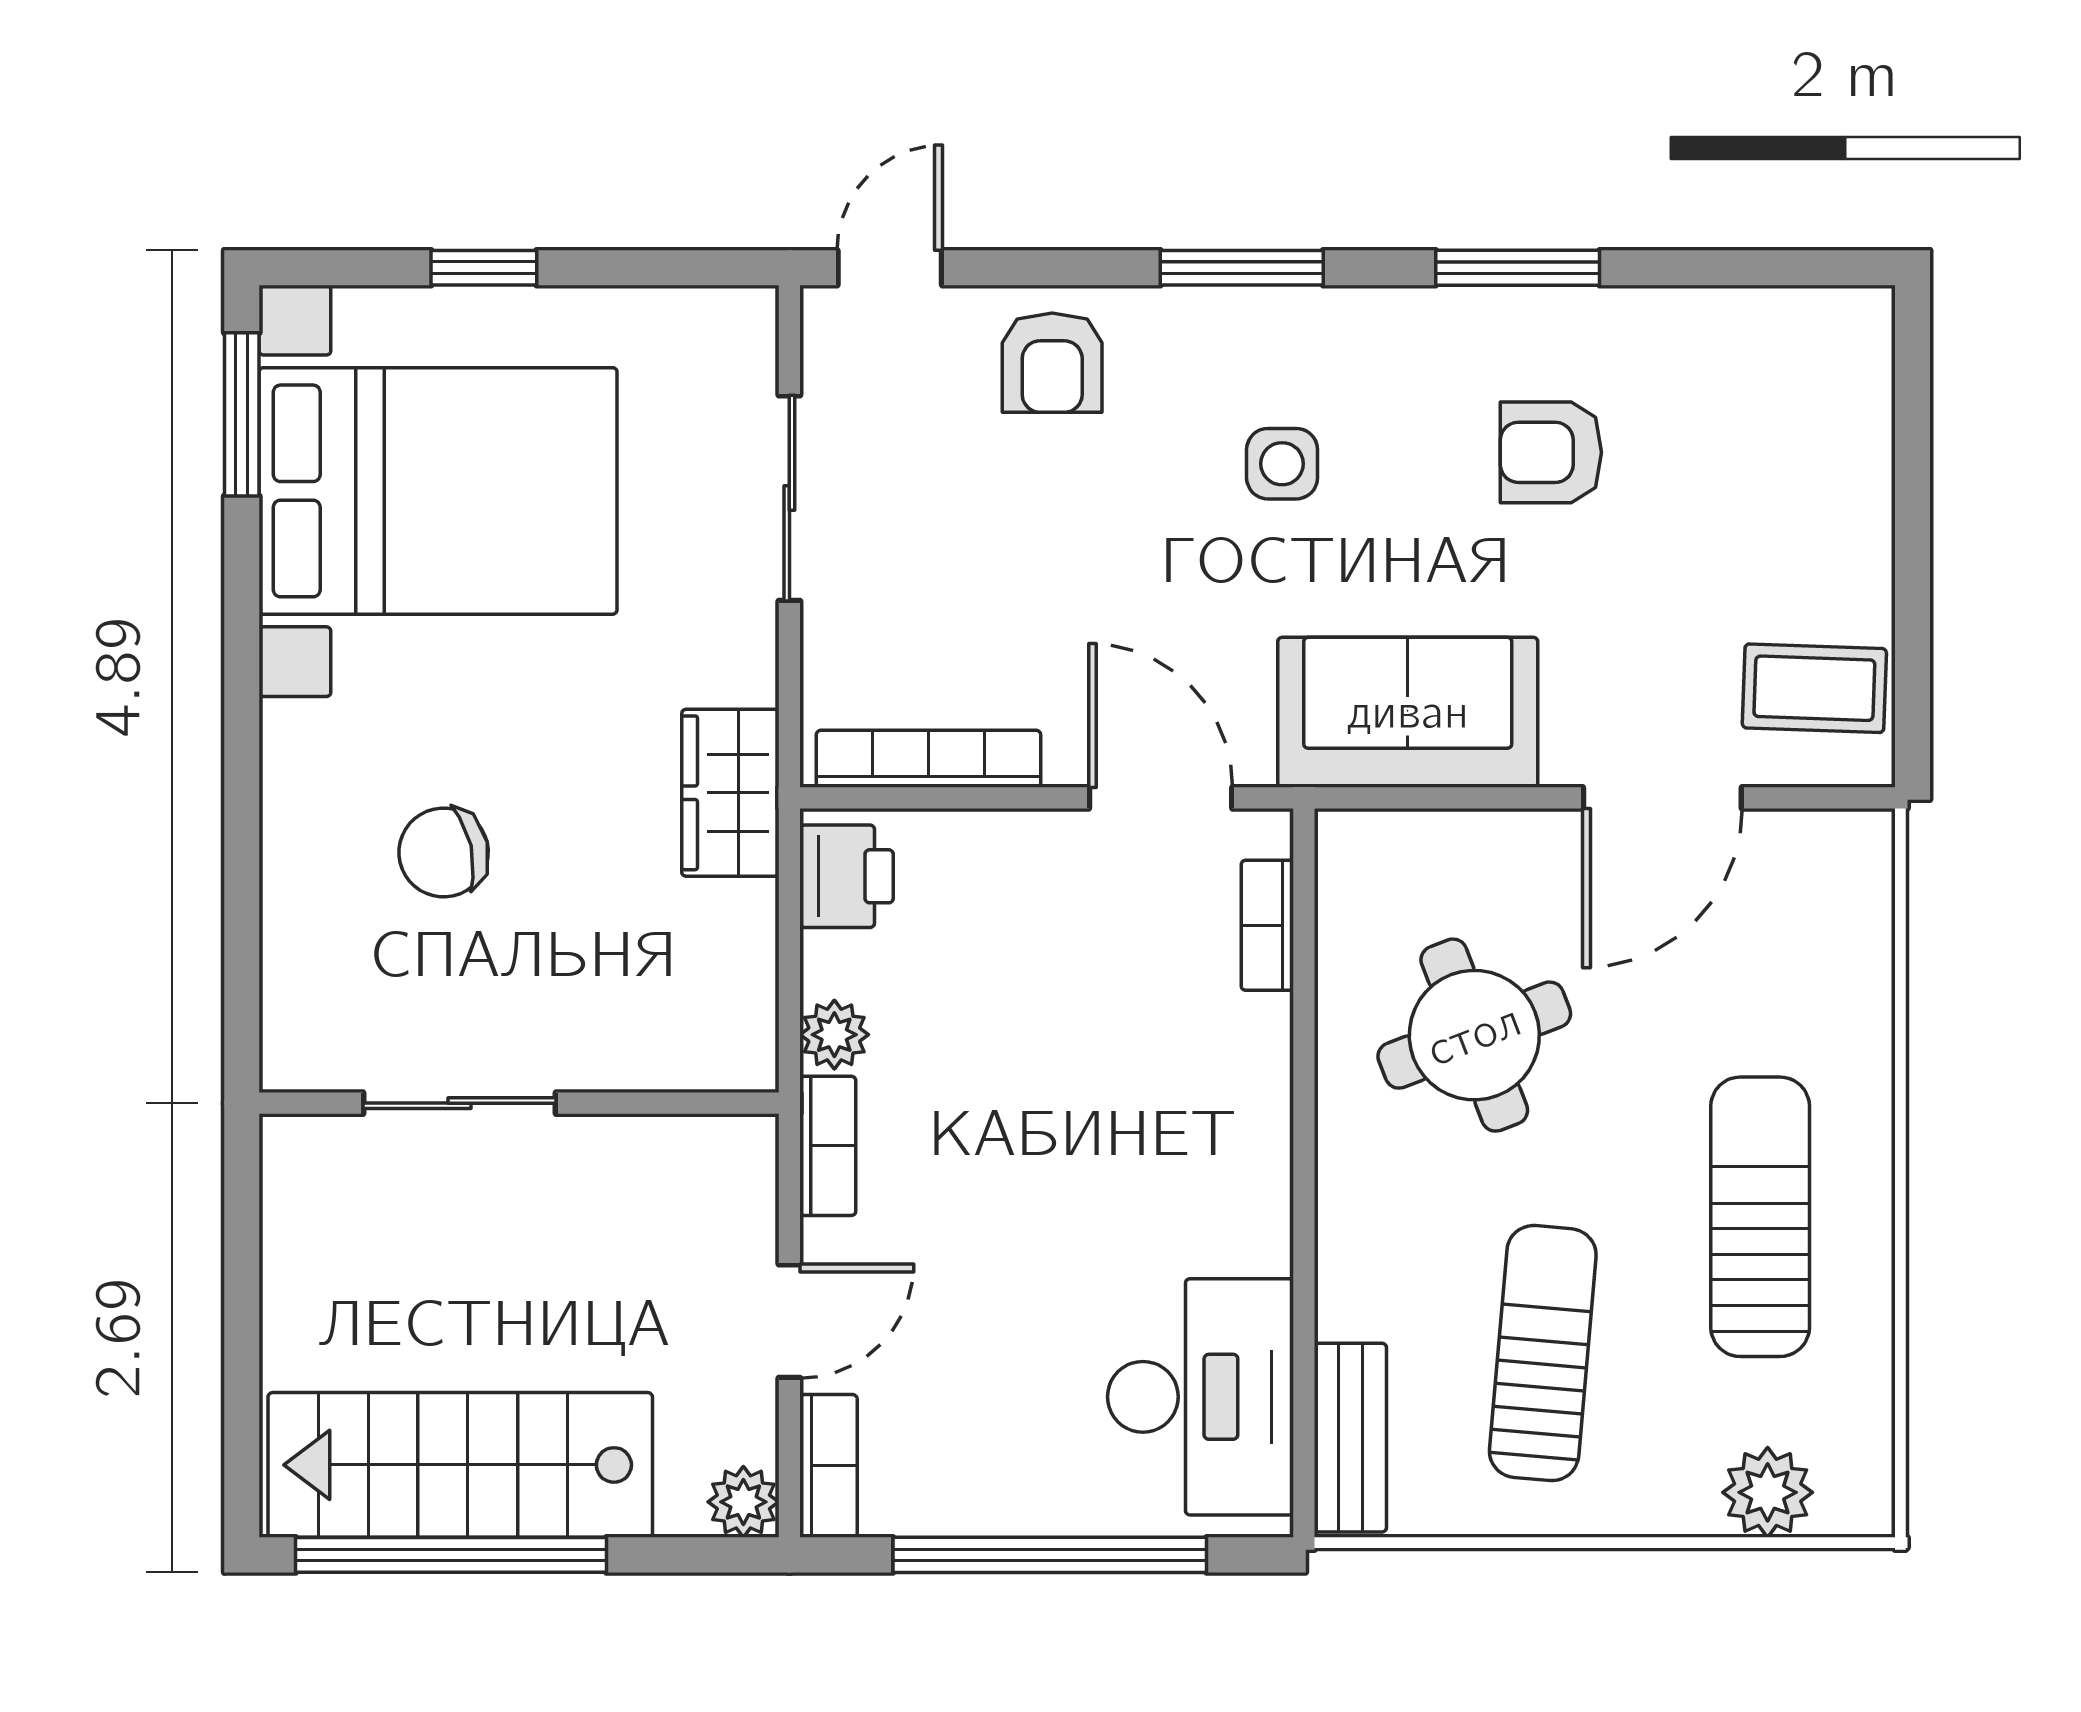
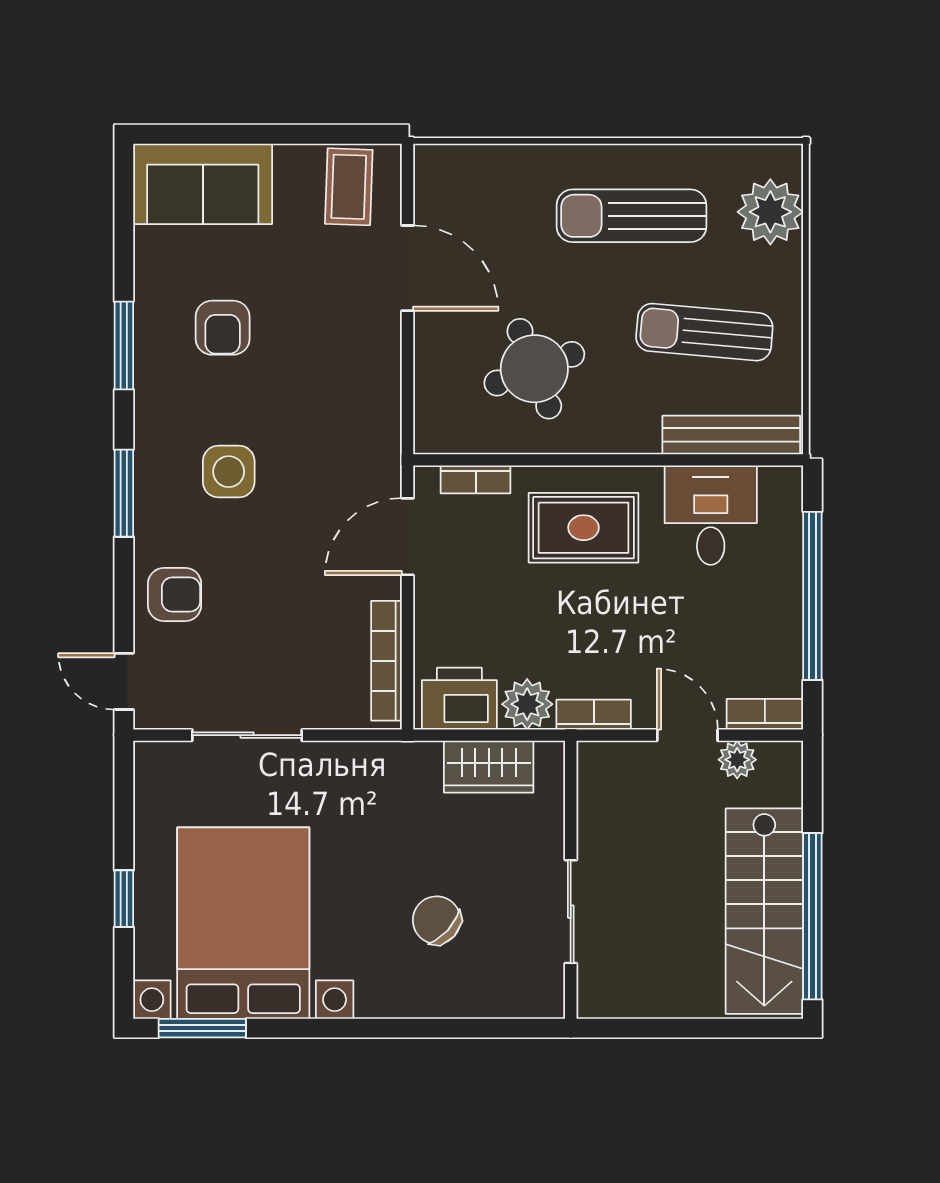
side table: (1282, 464) -> (229, 472), width x1.37, depth x1.37
sofa: (1408, 712) -> (203, 184), moved, turned -90
wardrobe: (730, 793) -> (489, 767), moved
chair: (444, 852) -> (437, 920), turned 145
printer: (846, 876) -> (459, 699), width x1.36, depth x1.24
plant: (834, 1035) -> (527, 704), width x1.38, depth x1.38
rug: (1177, 1127) -> (584, 528), added
desk: (1200, 1397) -> (711, 515), width x0.73
bench: (1350, 1438) -> (731, 435), width x1.36
plant: (1768, 1492) -> (770, 212), width x1.36, depth x1.36
plant: (743, 1502) -> (737, 760), moved

